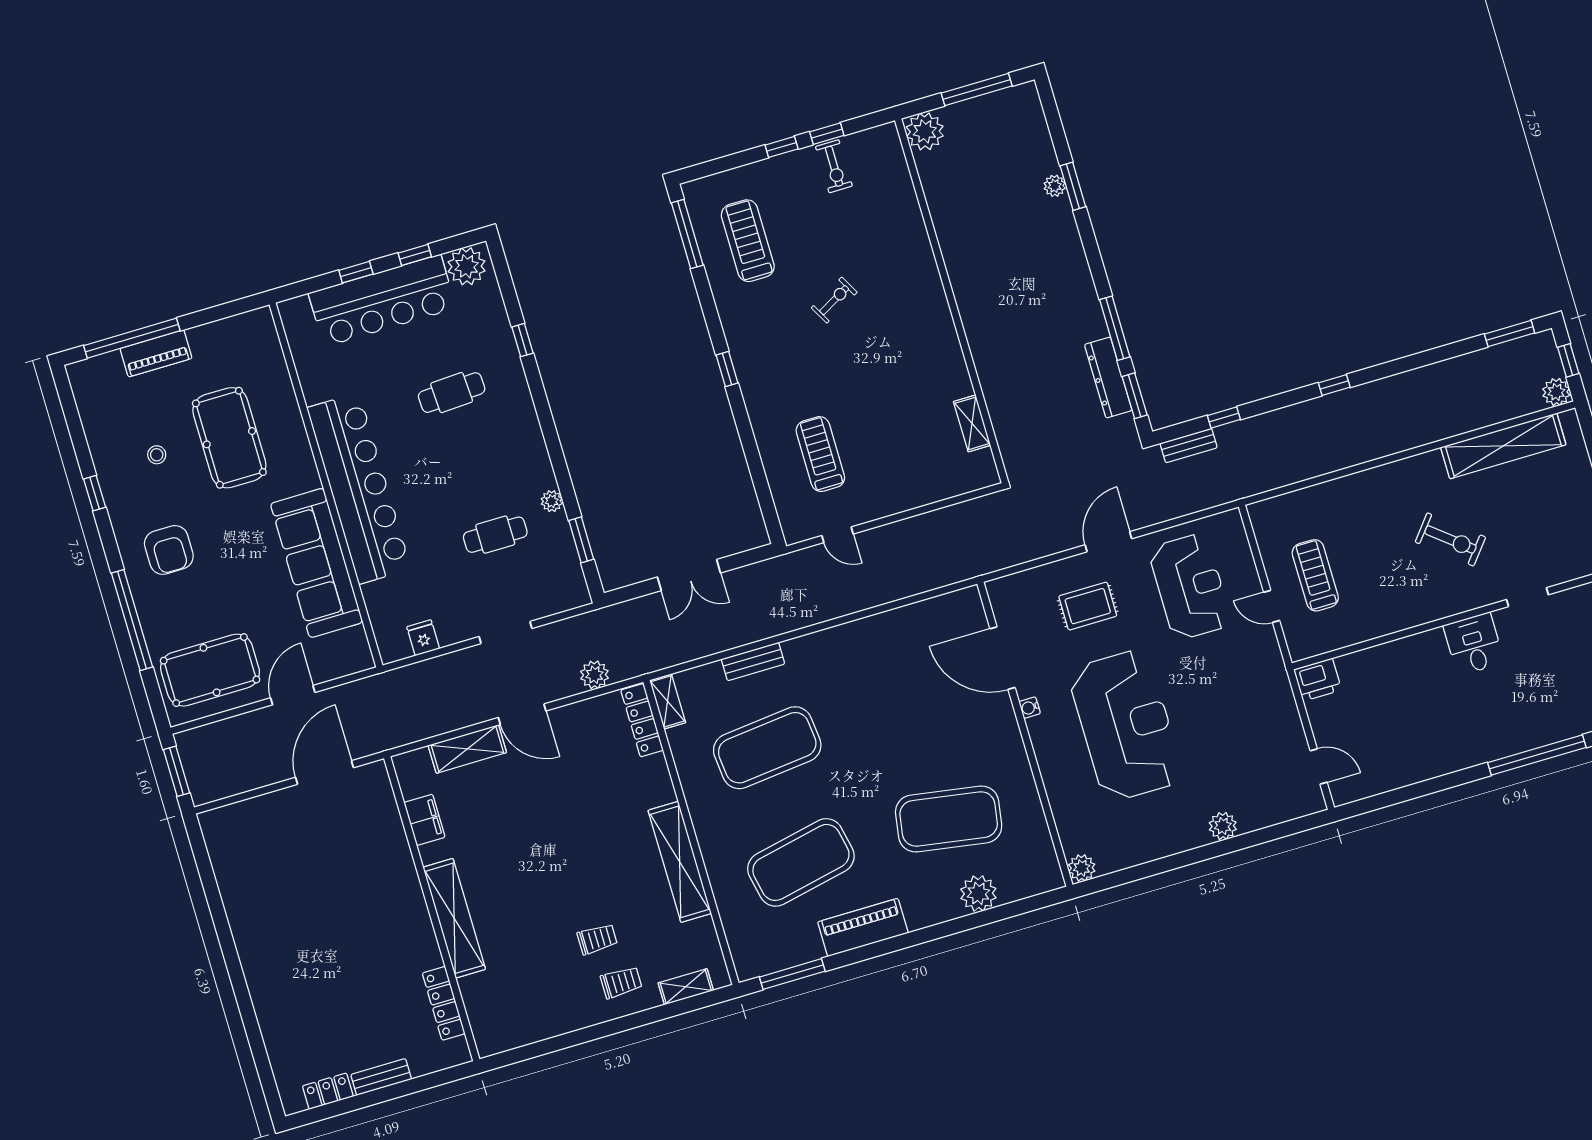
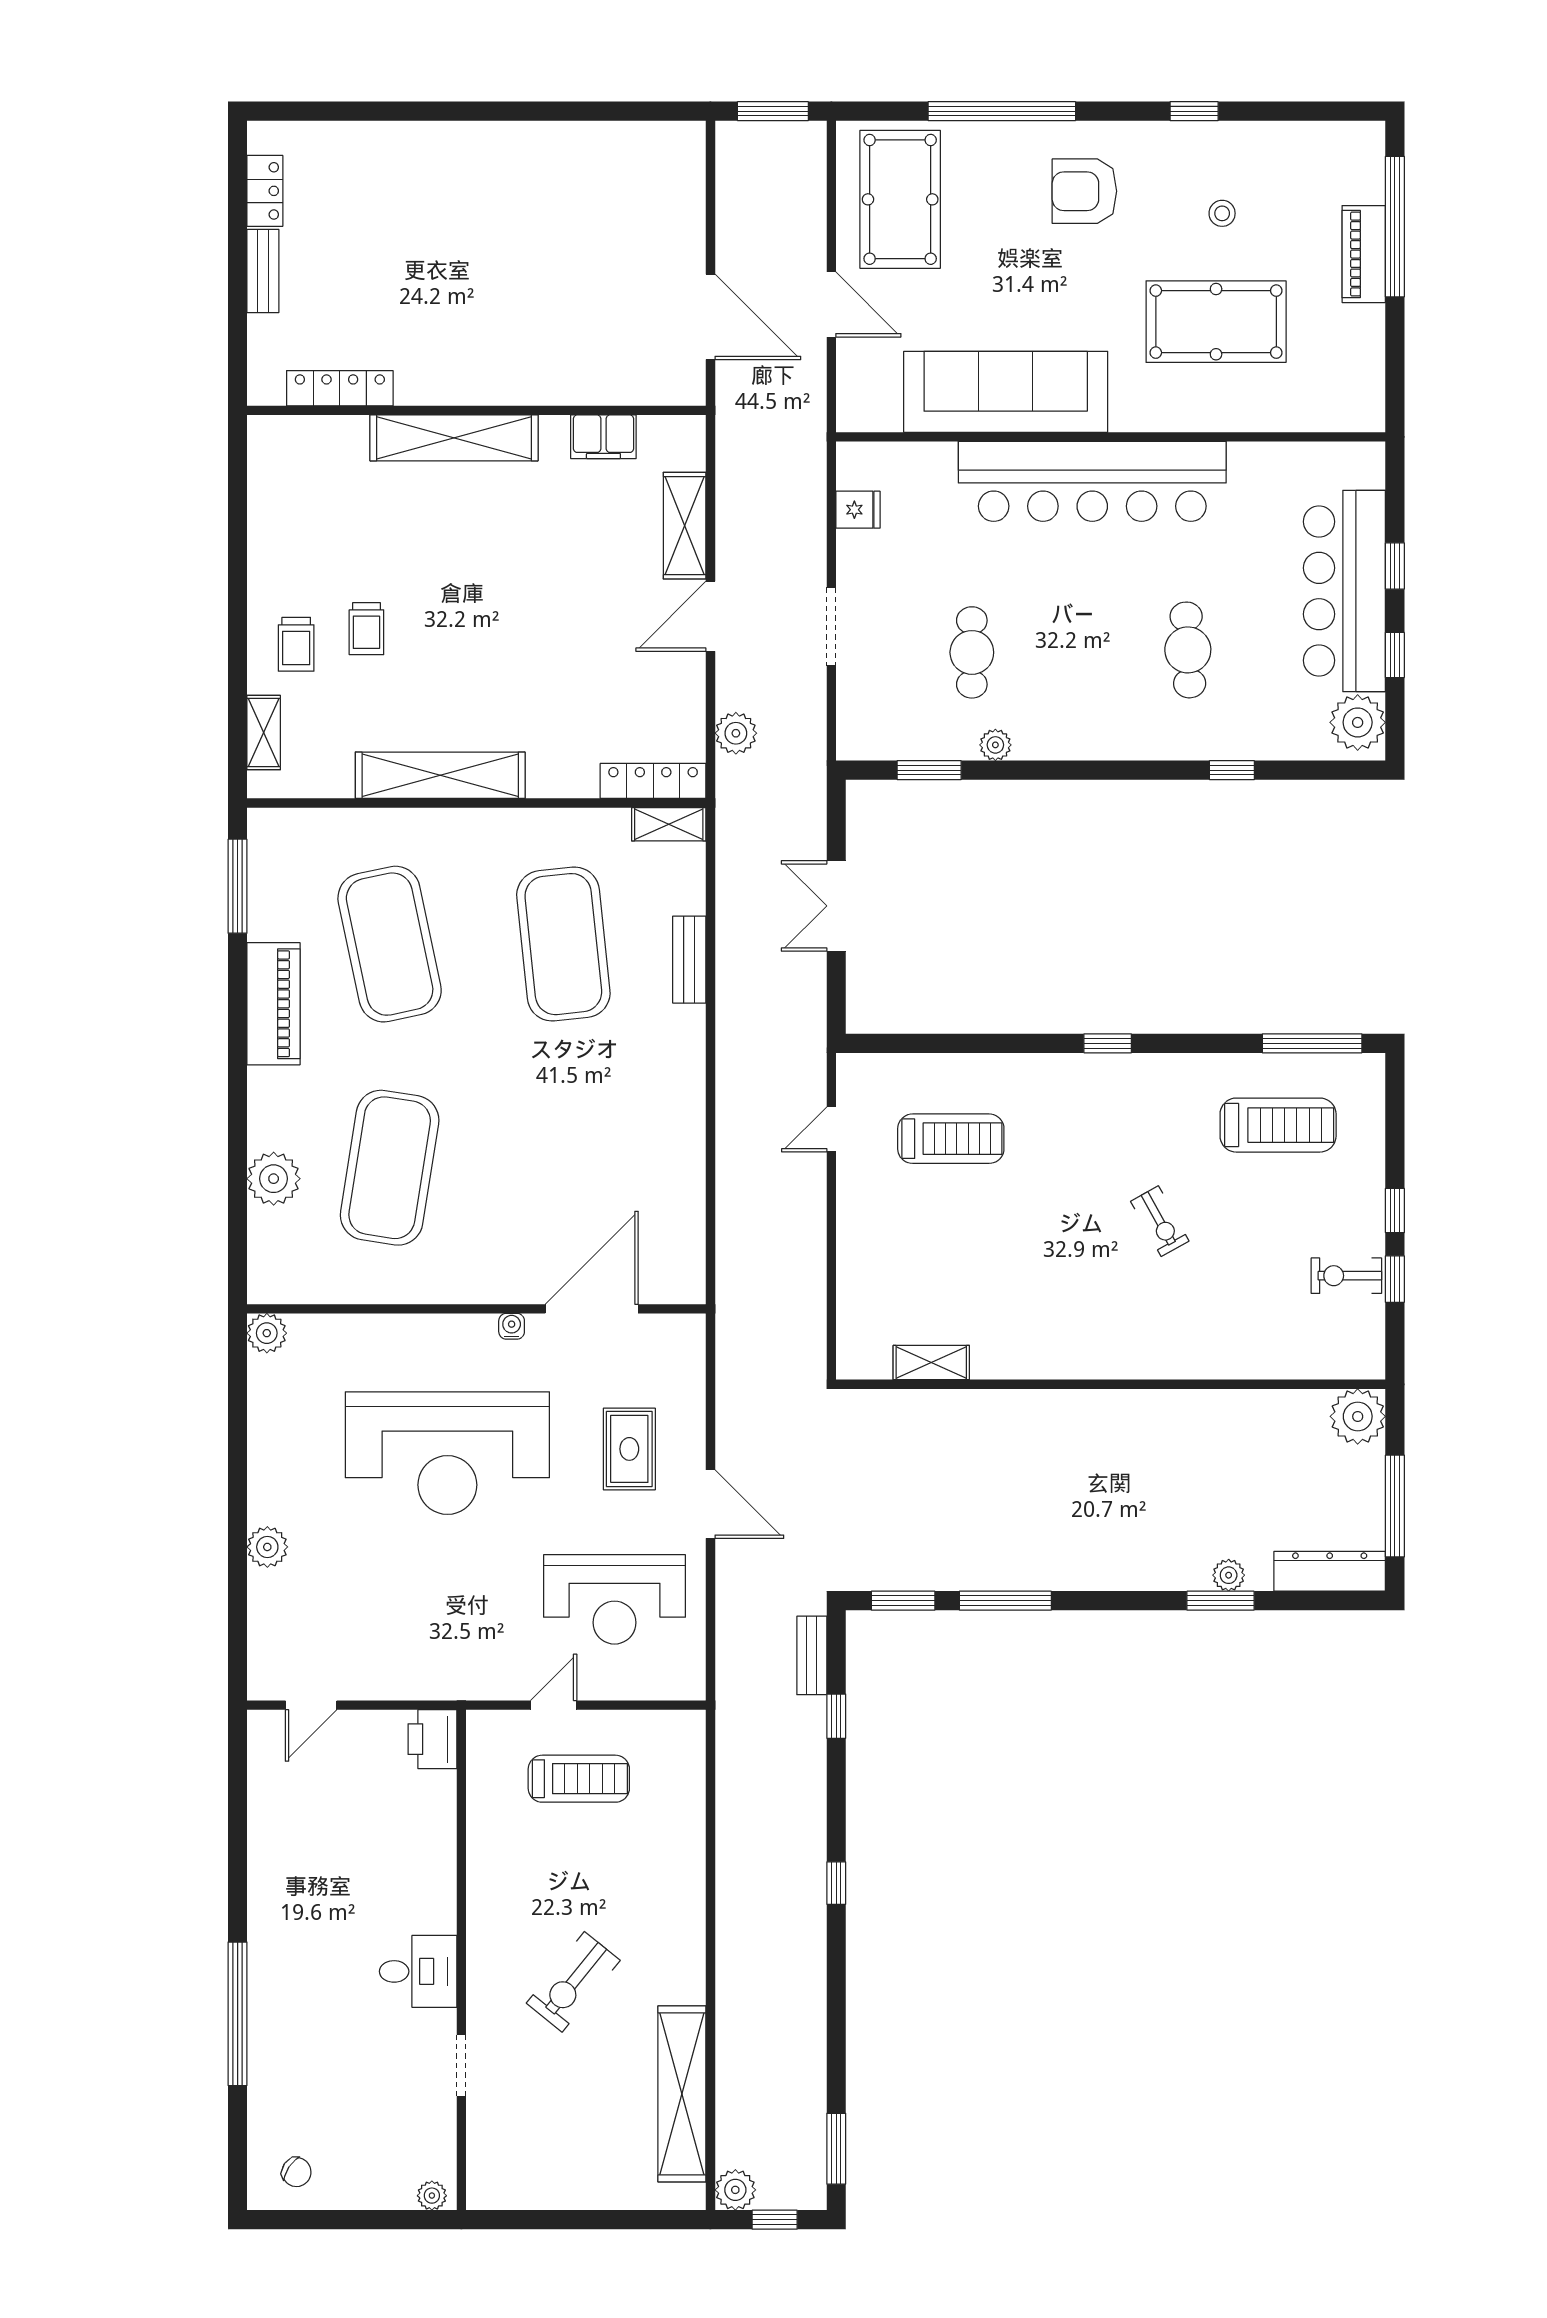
dresser: (1108, 378) -> (1330, 1571), moved

